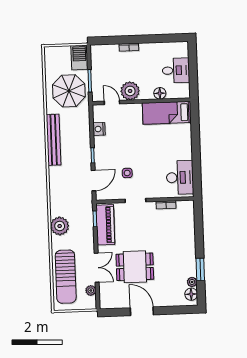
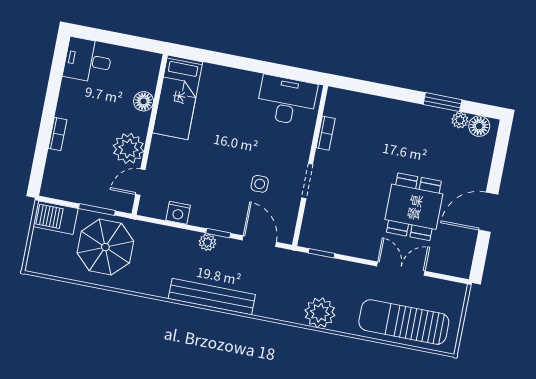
desk: (176, 70) -> (88, 60), moved, turned -90
bench: (54, 140) -> (212, 297), moved
piano: (105, 225) -> (335, 239), removed
sun lounger: (66, 277) -> (404, 322), turned 180
plant: (91, 290) -> (207, 242), moved

